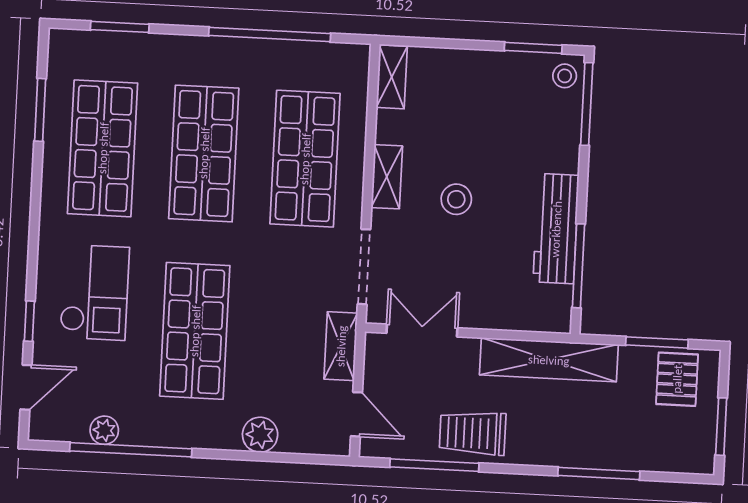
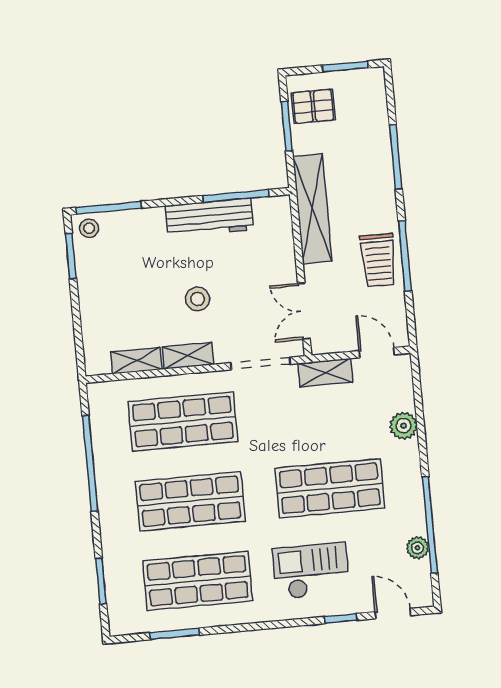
shelving: (392, 77) -> (136, 361), moved
door: (356, 414) -> (377, 353), hinge flipped
window: (434, 465) -> (405, 256), moved

